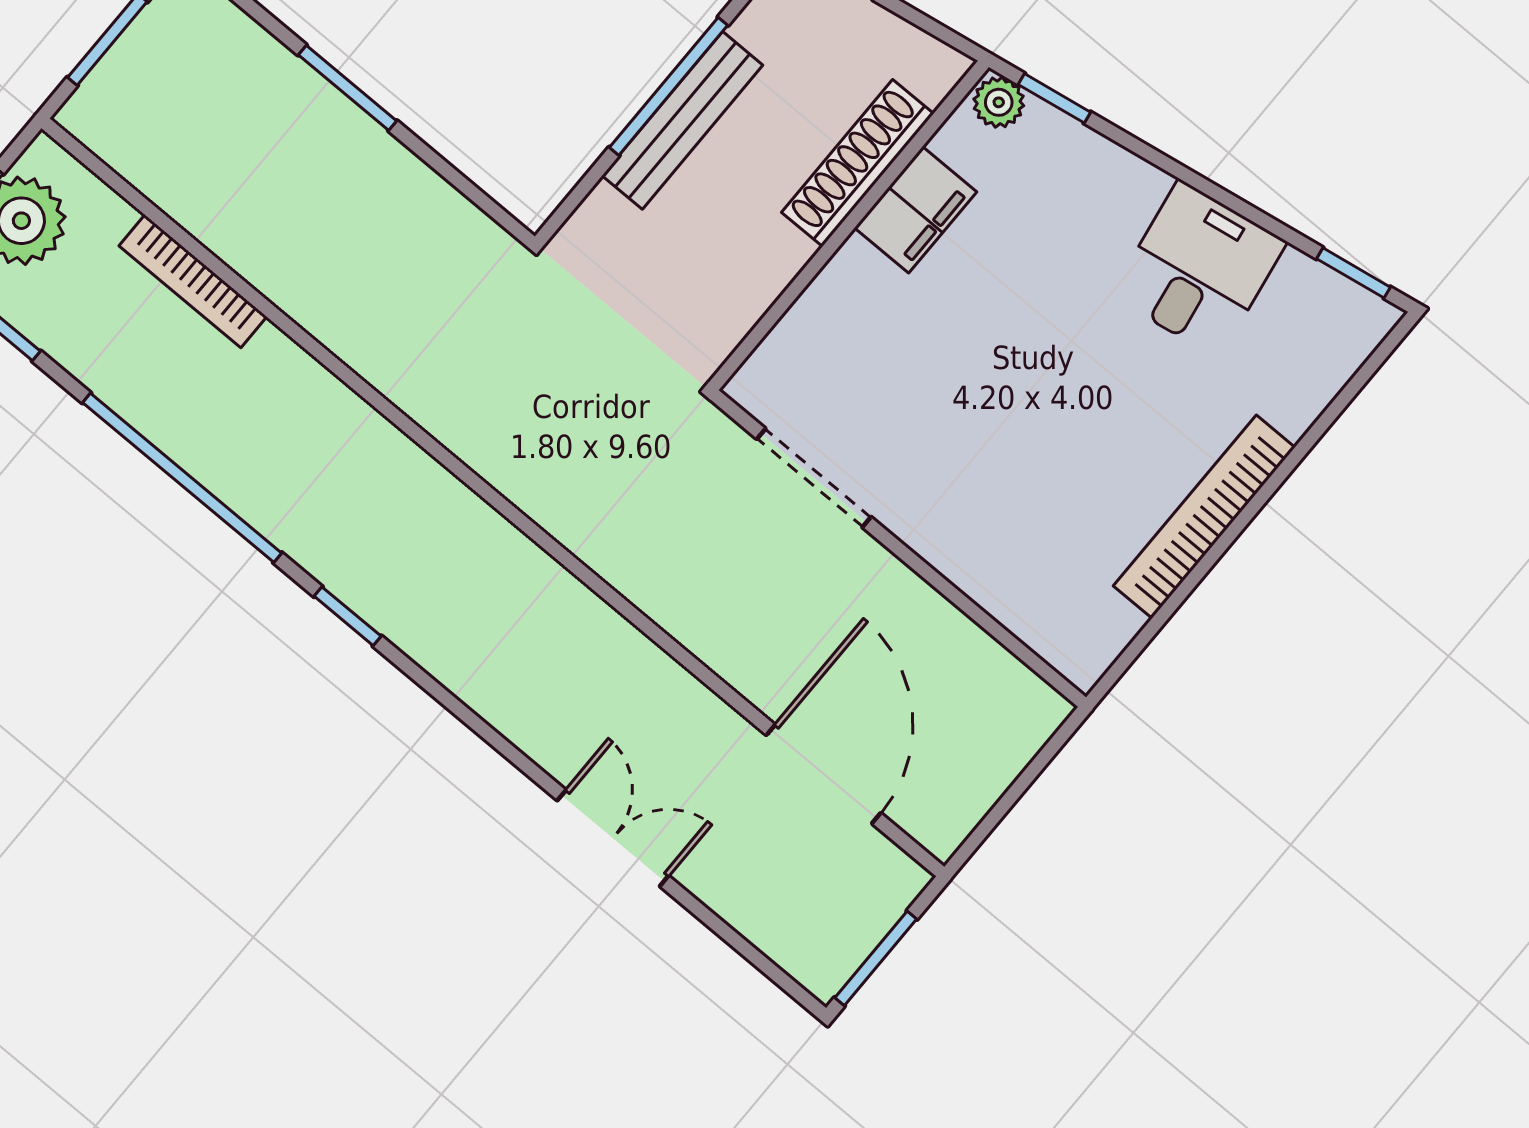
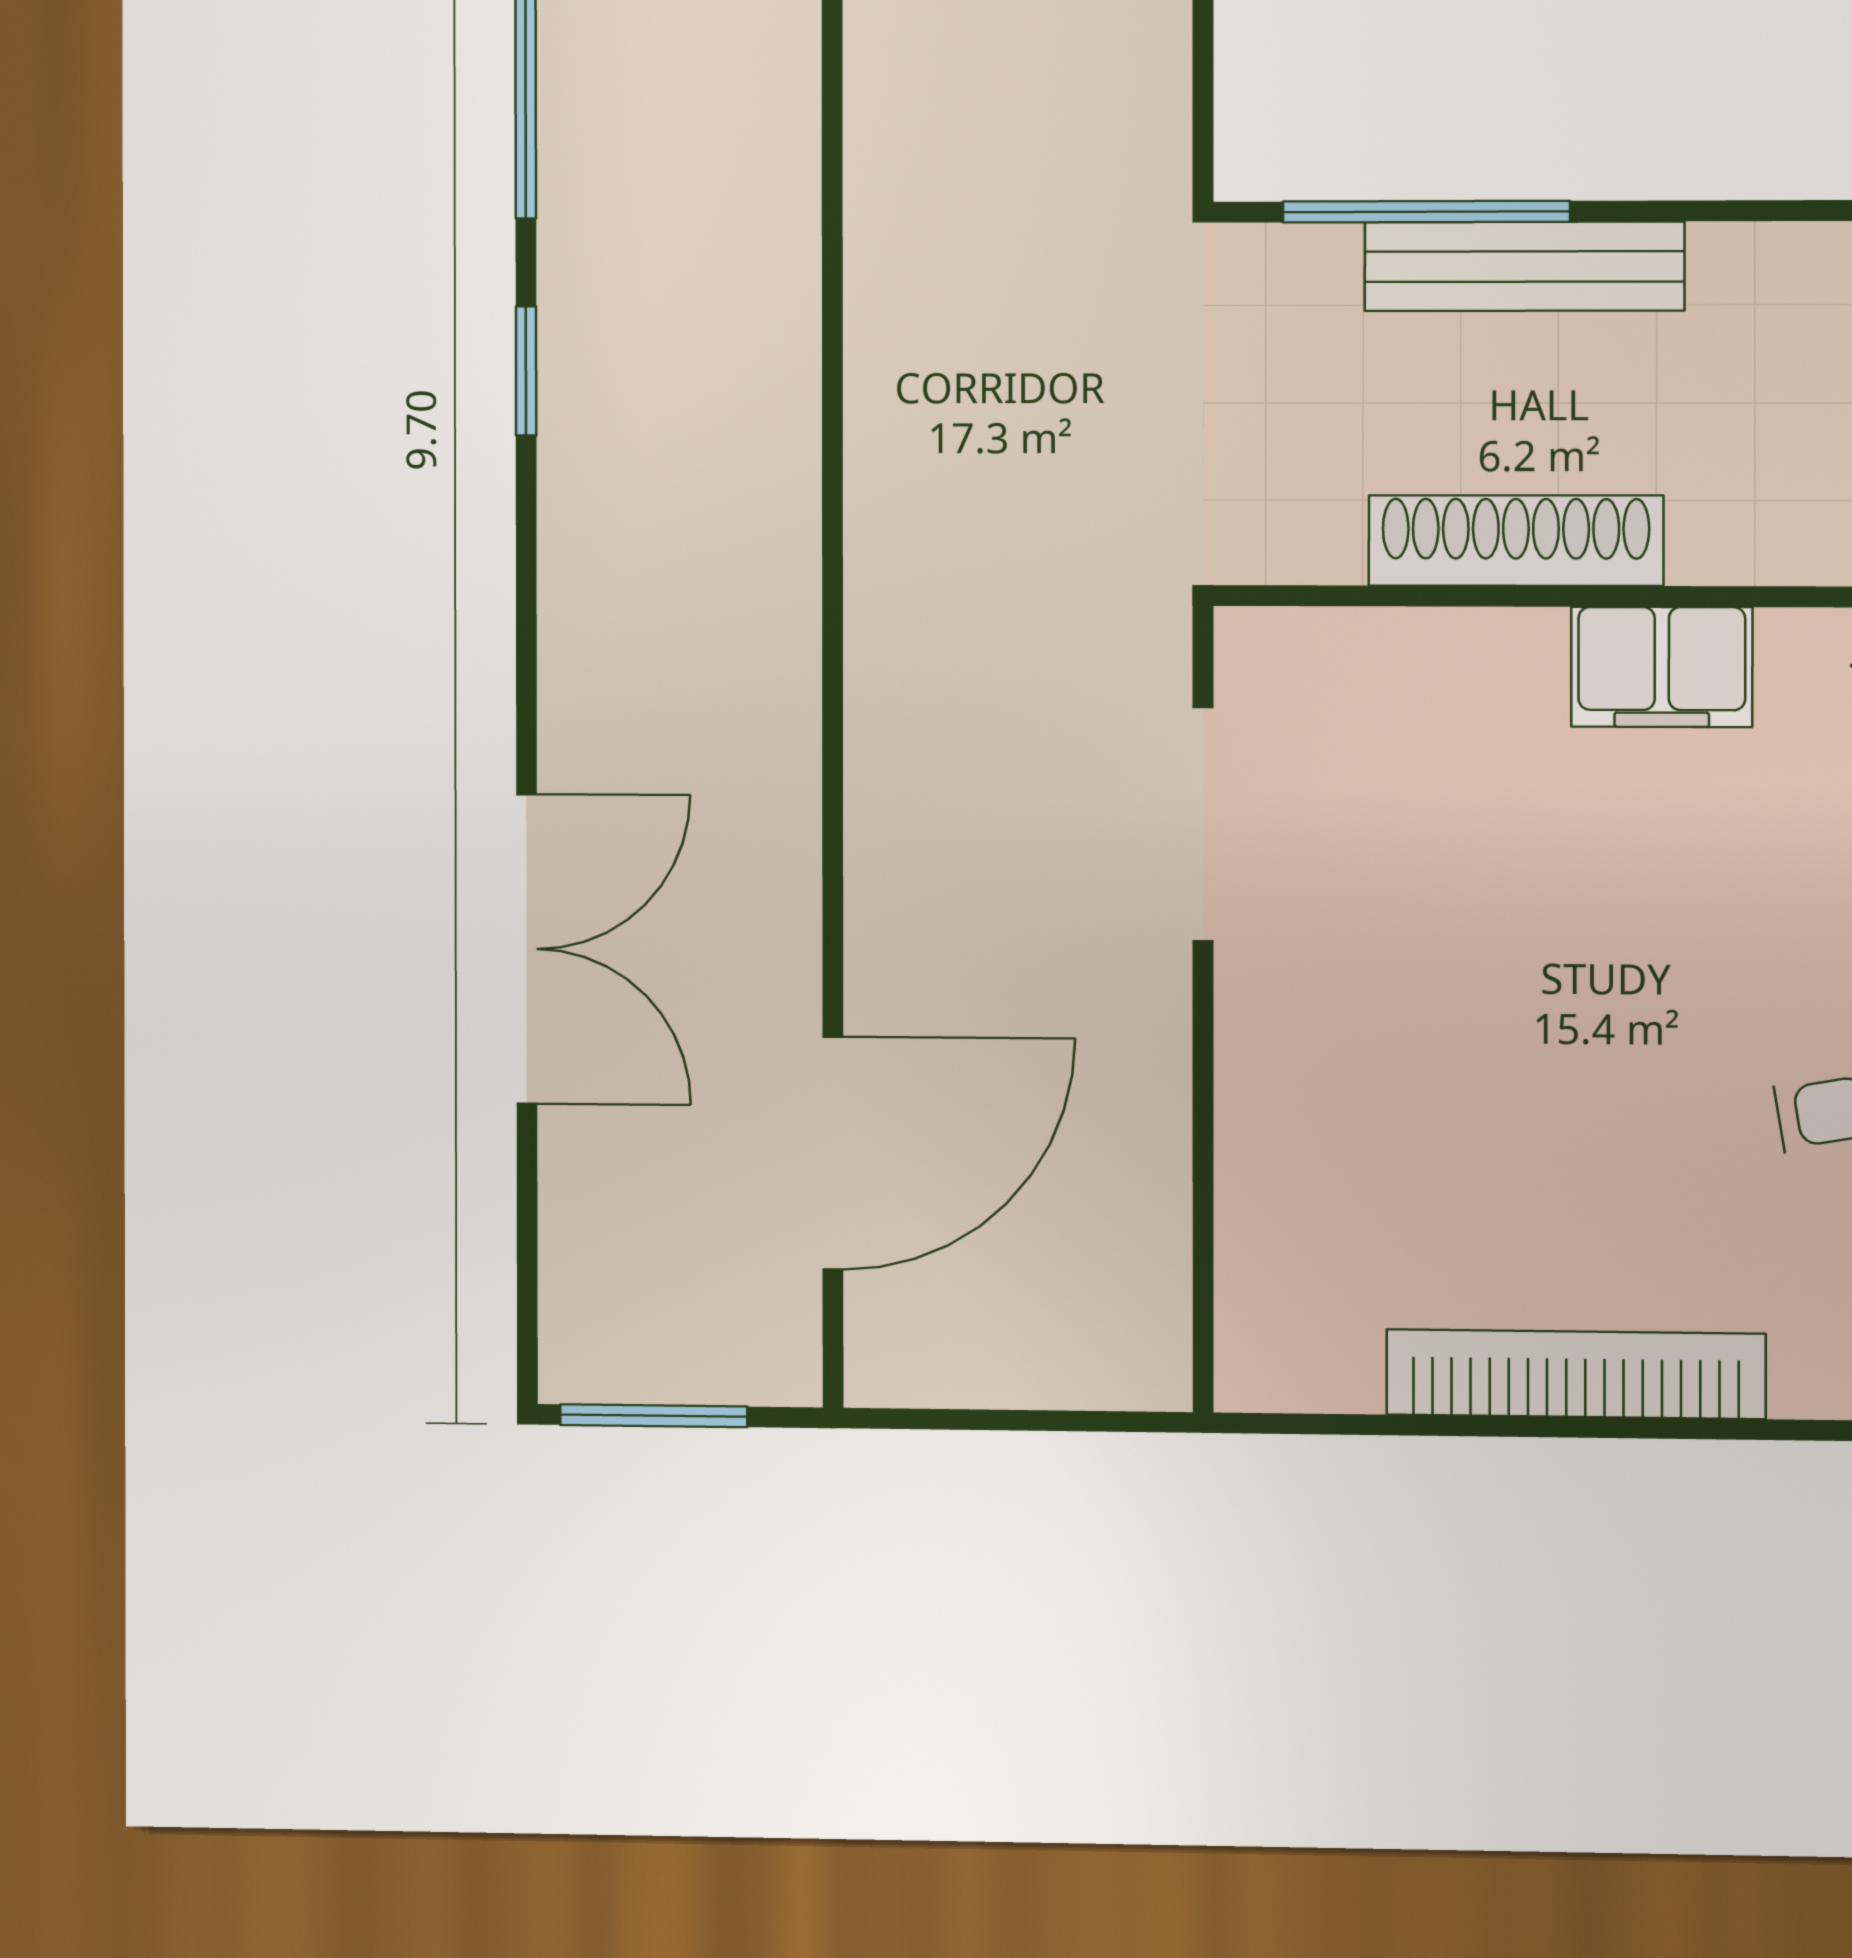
window: (669, 86) -> (1426, 212), moved
shoe rack: (858, 163) -> (1516, 541), moved
double door: (613, 838) -> (527, 949), width x1.37

